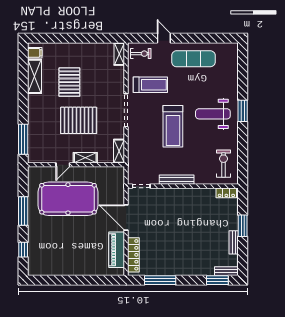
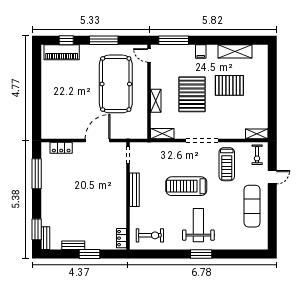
filing cabinet: (35, 53) -> (201, 52), moved
door: (63, 165) -> (149, 55), moved
piano: (117, 250) -> (62, 52), moved, turned 180
locker: (133, 255) -> (61, 148), width x0.66

